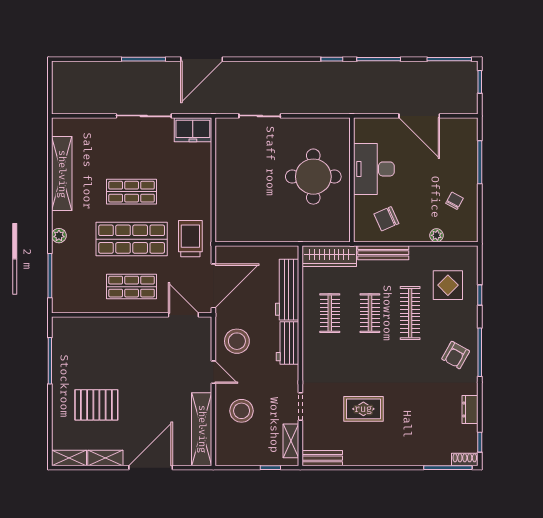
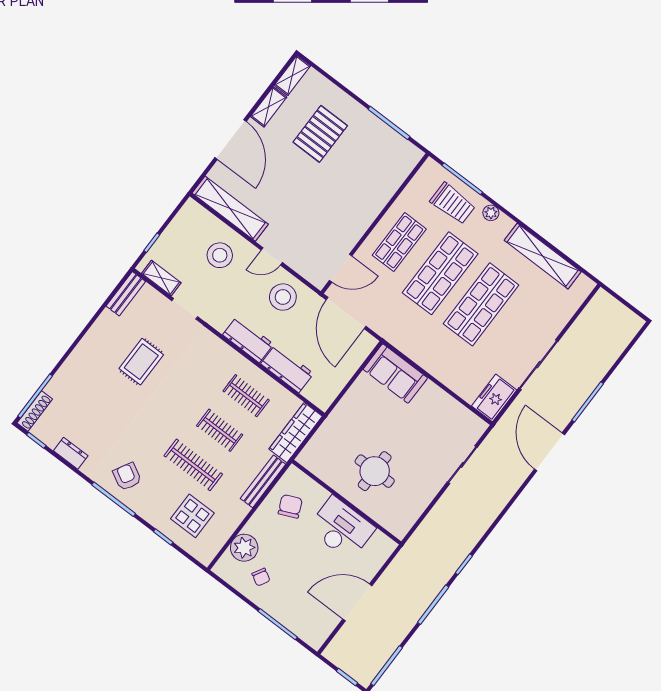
round table: (313, 177) -> (375, 471), width x0.73, depth x0.73
shop shelf: (132, 192) -> (481, 304), width x1.43, depth x1.36
sofa: (230, 216) -> (395, 374), added
plant: (437, 235) -> (244, 548), width x1.88, depth x1.88
trolley: (190, 239) -> (453, 203), moved
workbench: (287, 290) -> (287, 369), width x0.73
shoe rack: (465, 459) -> (35, 411), width x1.43

